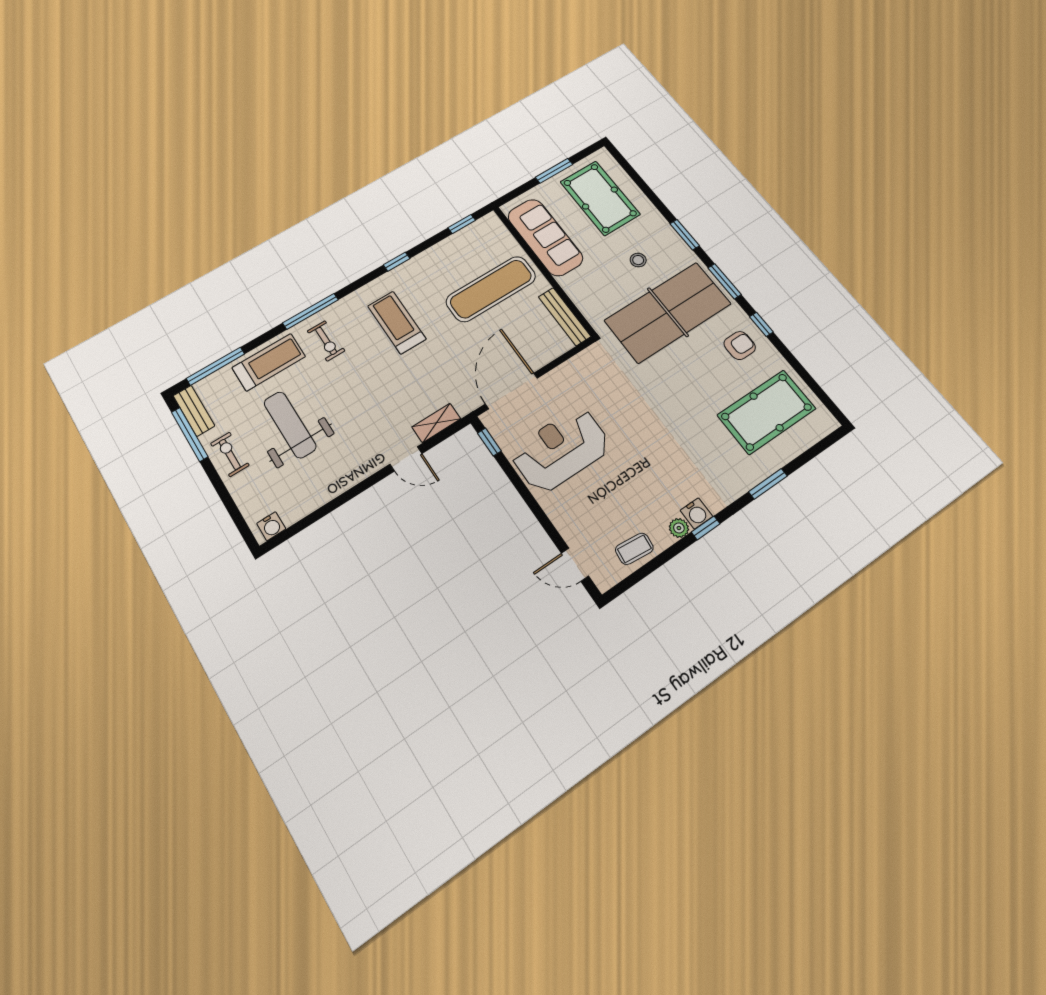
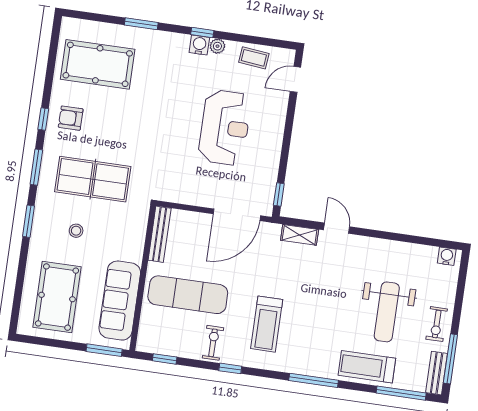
window: (554, 171) -> (104, 350), moved
table tennis table: (668, 312) -> (93, 179), width x0.73, depth x0.76
exercise bike: (326, 341) -> (213, 343), moved
reception desk: (561, 450) -> (225, 128), moved, turned -90
door: (575, 565) -> (295, 79), swing flipped

